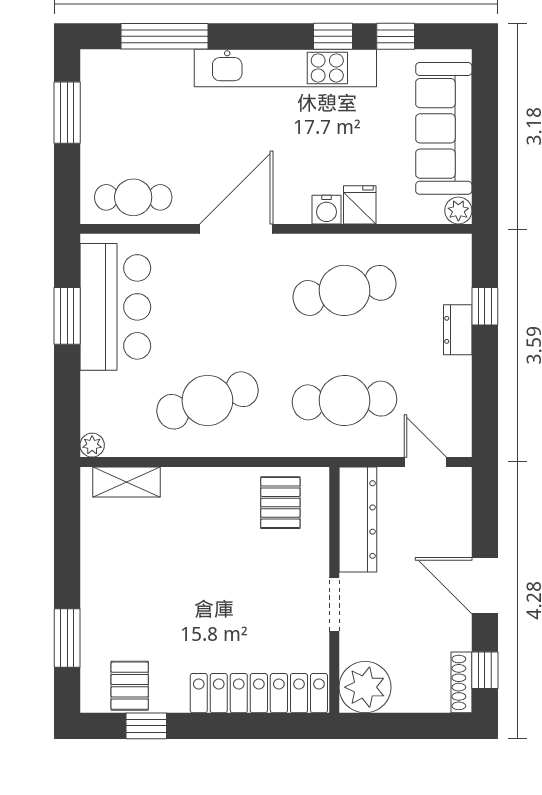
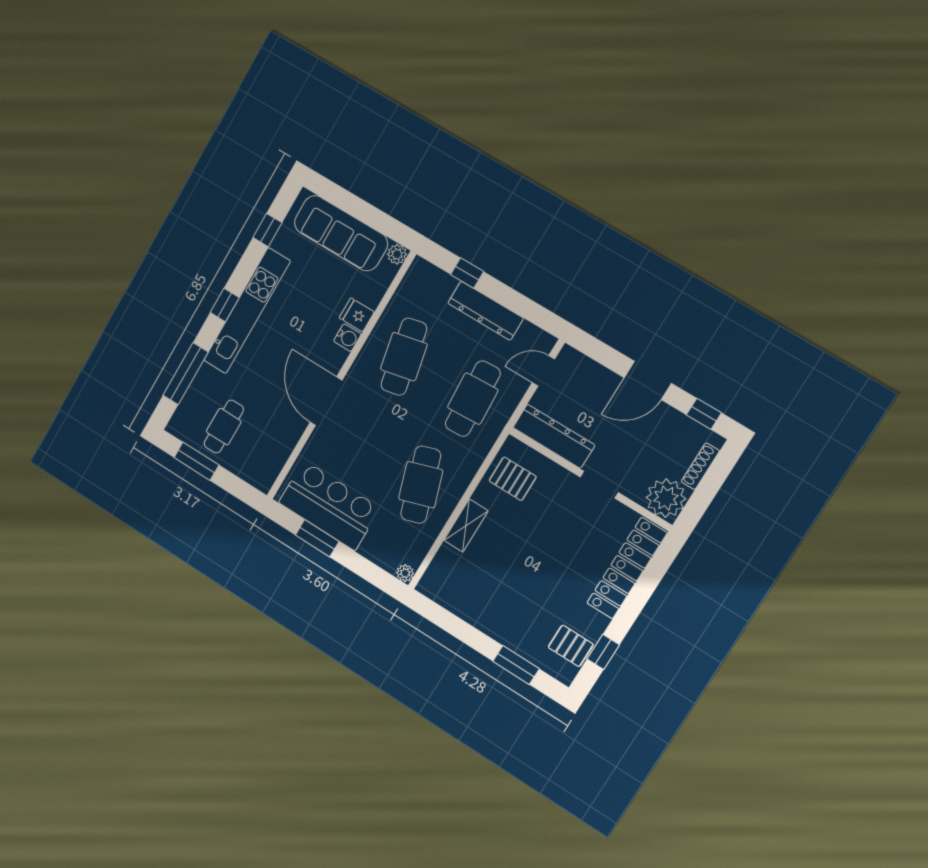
window: (333, 36) -> (225, 305), moved
cafe table: (133, 197) -> (224, 427), moved
dresser: (458, 330) -> (486, 311), width x1.96, depth x1.24
shelving: (127, 482) -> (466, 526), moved
shoe rack: (461, 682) -> (700, 466), moved, turned 90

